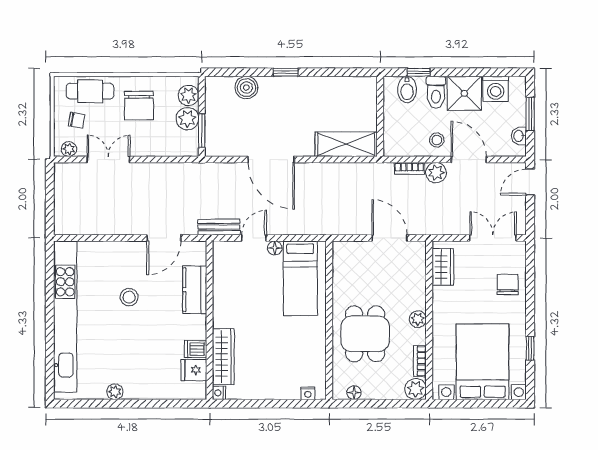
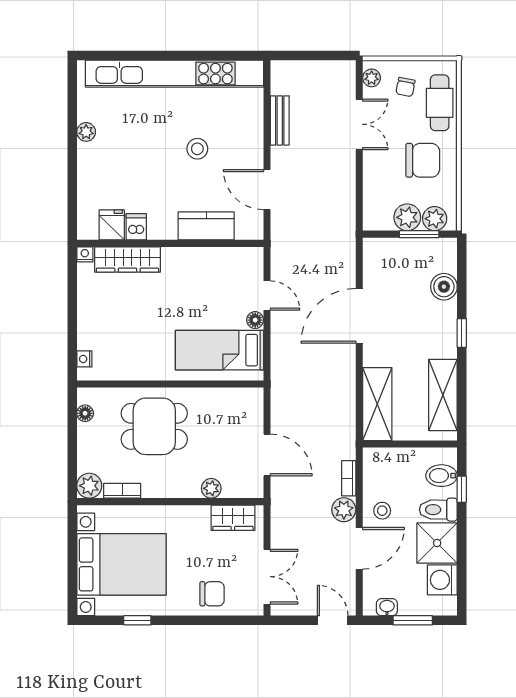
shelving: (338, 88) -> (443, 395), added
chair: (139, 106) -> (423, 160), turned 180
window: (202, 131) -> (419, 234), moved
bench: (219, 227) -> (280, 120), moved
door: (390, 238) -> (267, 455), hinge flipped
plant: (418, 319) -> (211, 488), moved

